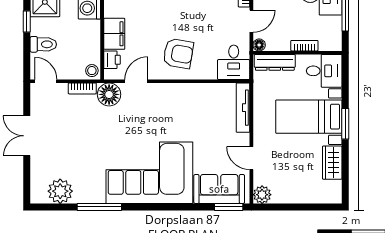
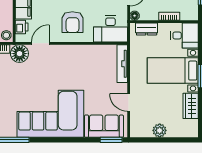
armchair: (178, 53) -> (72, 22), turned 80
desk: (234, 62) -> (110, 29), width x1.37
dresser: (275, 62) -> (147, 29), width x0.70
plant: (262, 195) -> (160, 130), moved

